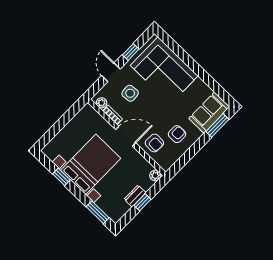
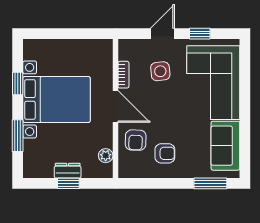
plant: (102, 103) -> (125, 53), removed
sofa: (209, 113) -> (225, 146), moved, turned -90
plant: (155, 176) -> (106, 156), moved
window: (98, 212) -> (18, 136), moved

